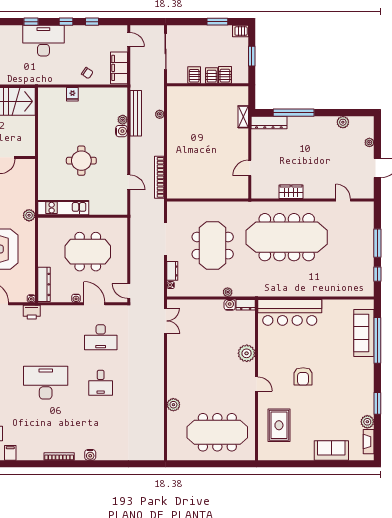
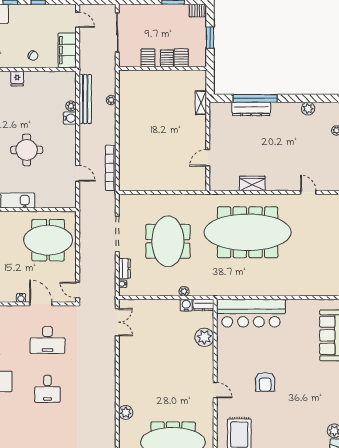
dresser: (269, 123) -> (251, 109), moved
meeting table: (88, 252) -> (48, 240), moved
plant: (247, 353) -> (204, 337), moved

